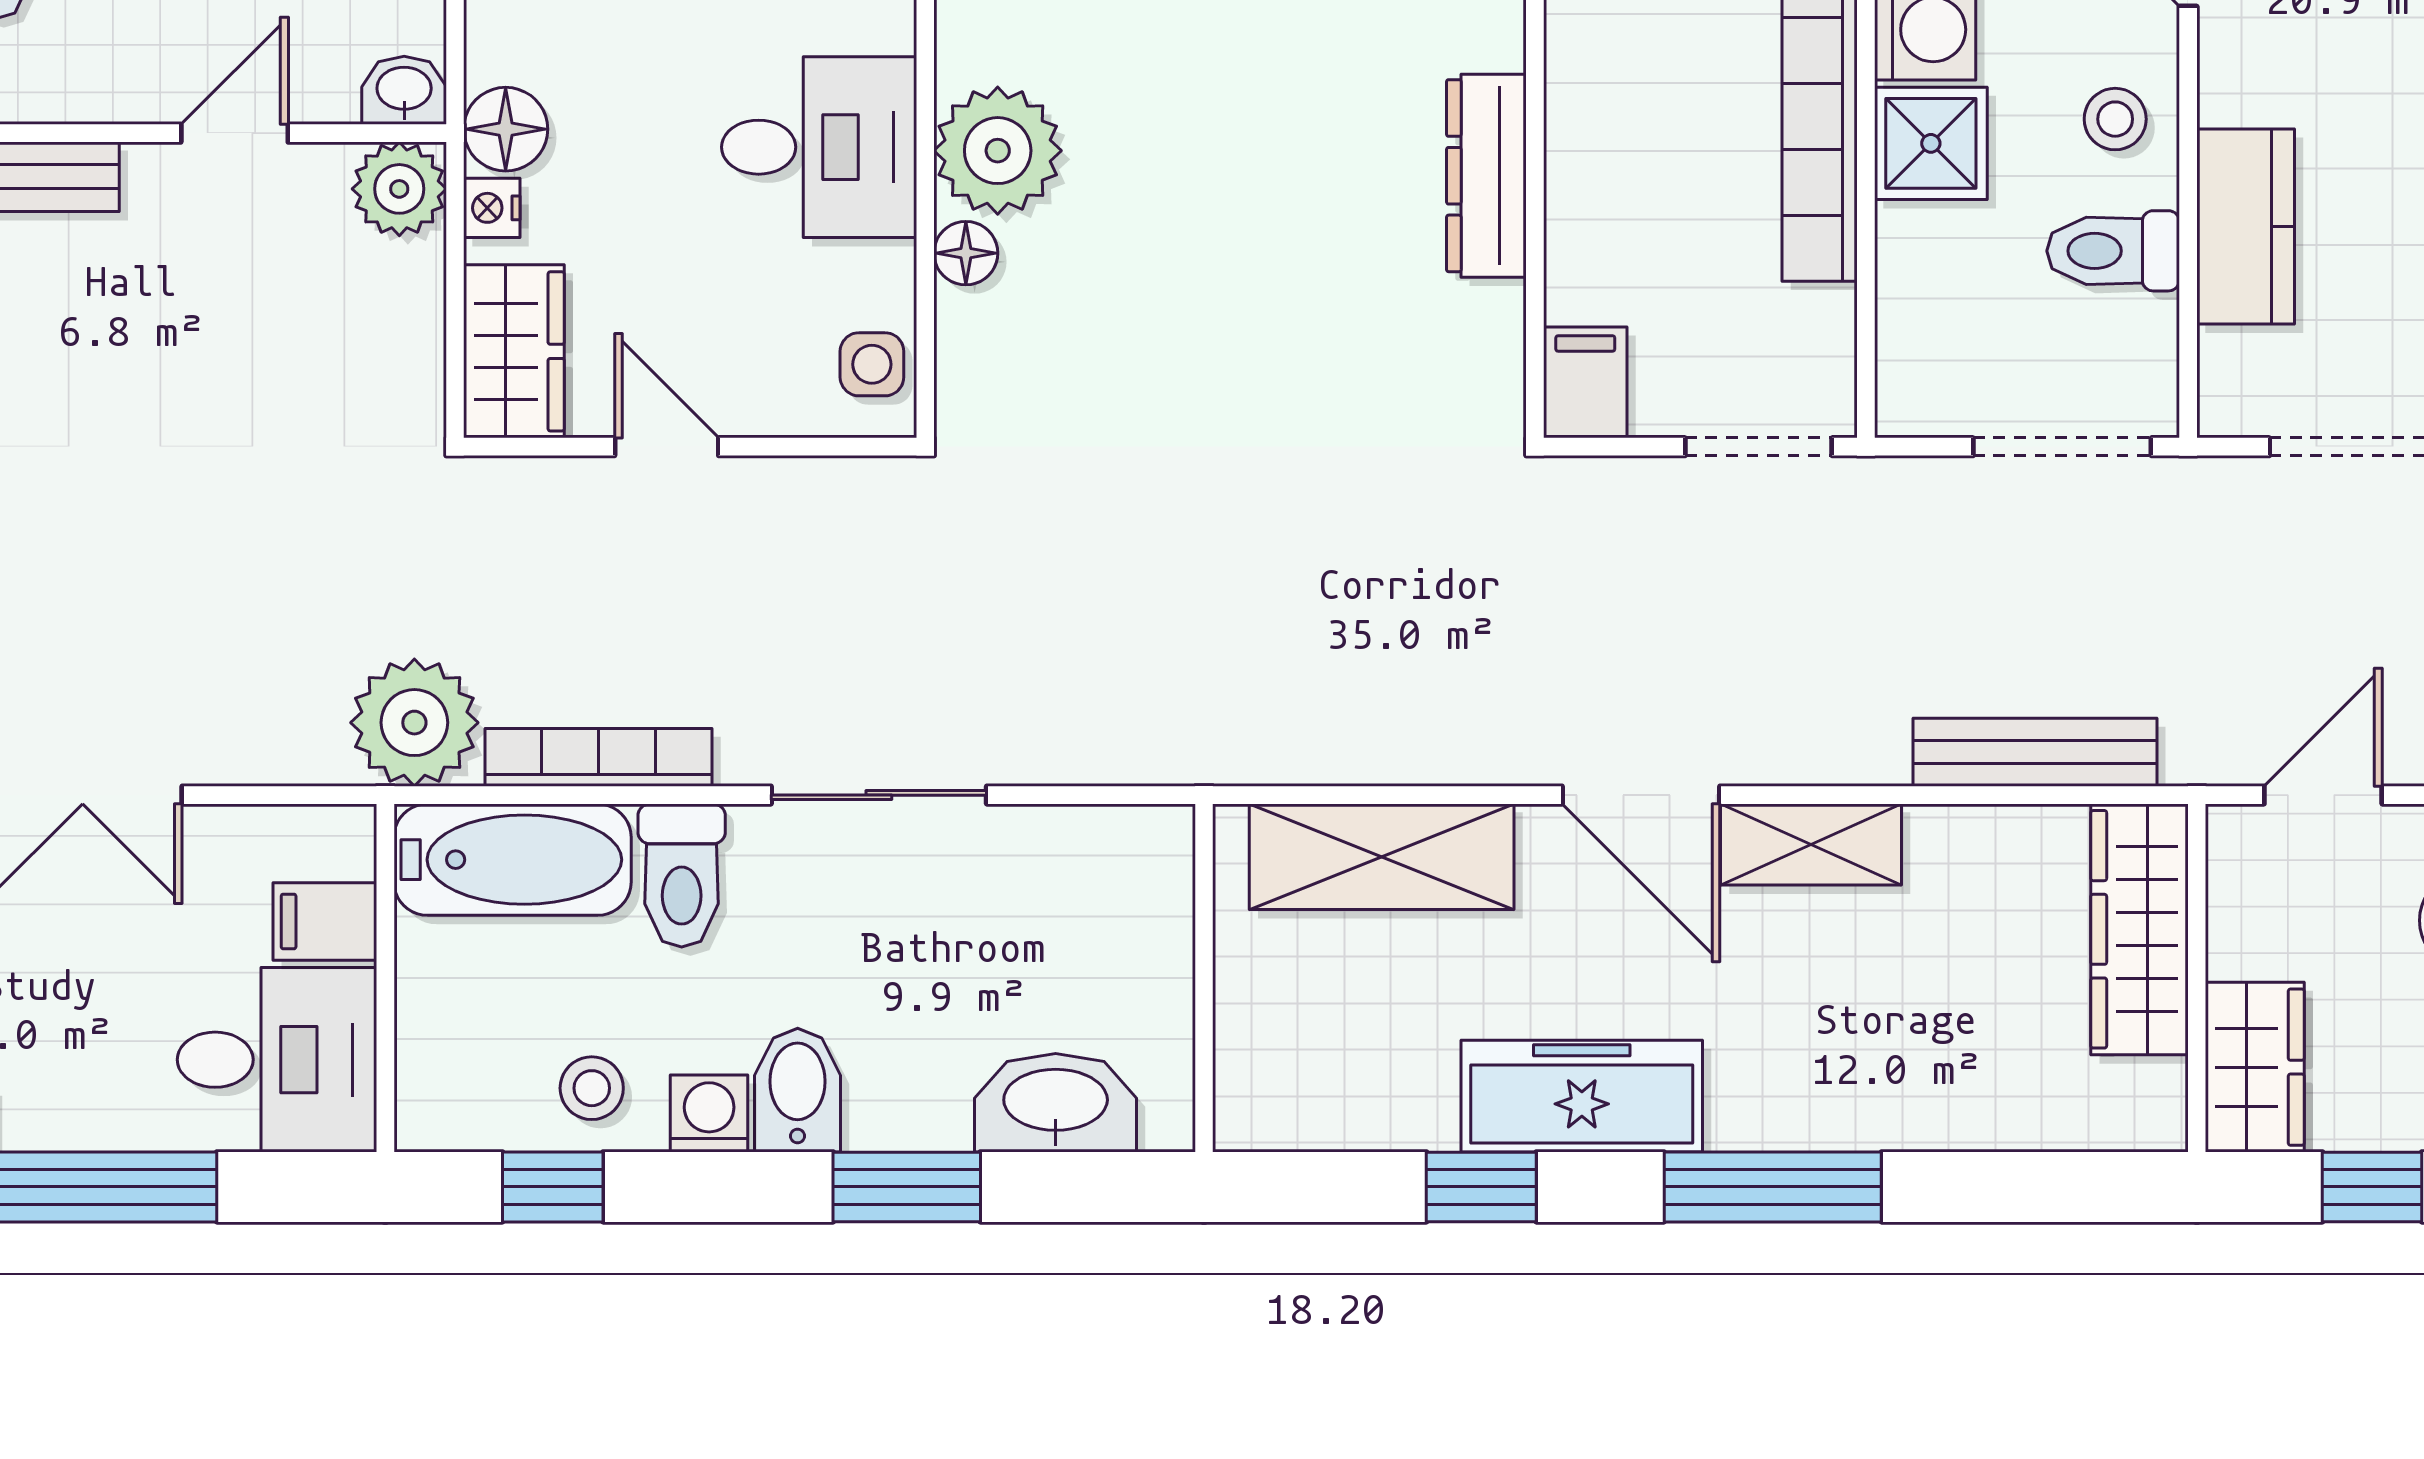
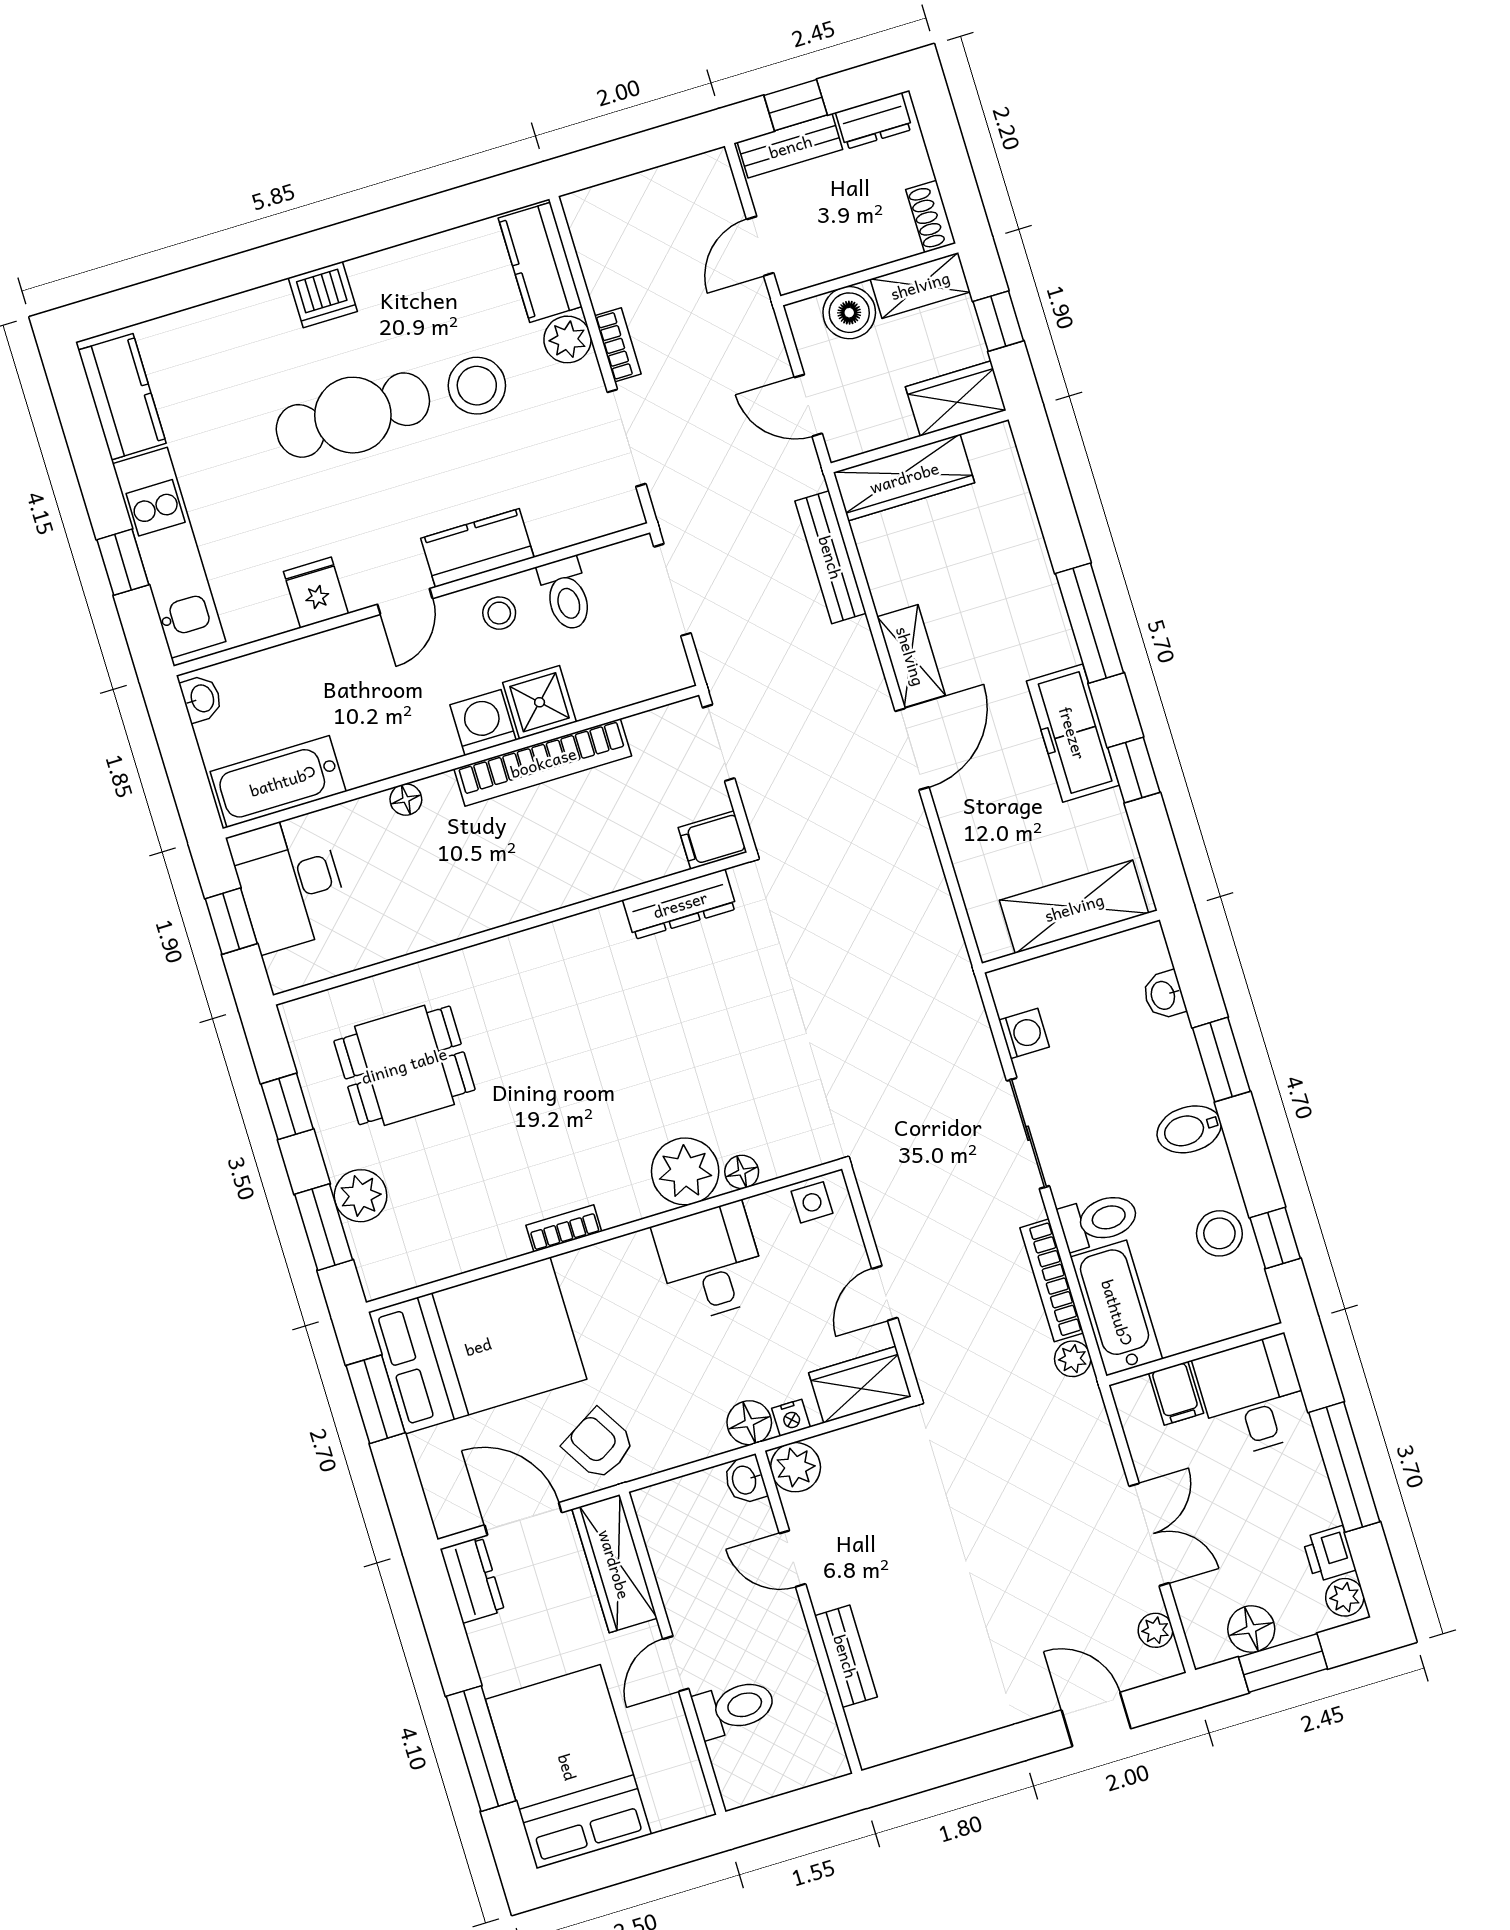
dresser: (1486, 176) -> (680, 904), moved
kitchen counter: (2246, 227) -> (477, 548), moved
plant: (414, 723) -> (1073, 1359), width x0.53, depth x0.53
shelving: (1382, 857) -> (1074, 907), moved, turned 90
stool: (592, 1088) -> (1219, 1233), width x1.37, depth x1.37
washbasin: (1056, 1103) -> (1164, 995), width x0.52, depth x0.69
washing machine: (709, 1113) -> (1024, 1034), moved, turned 180

